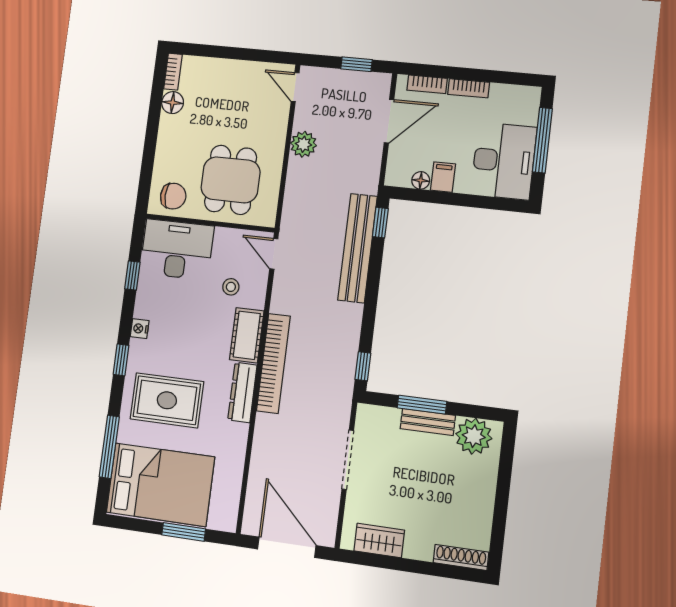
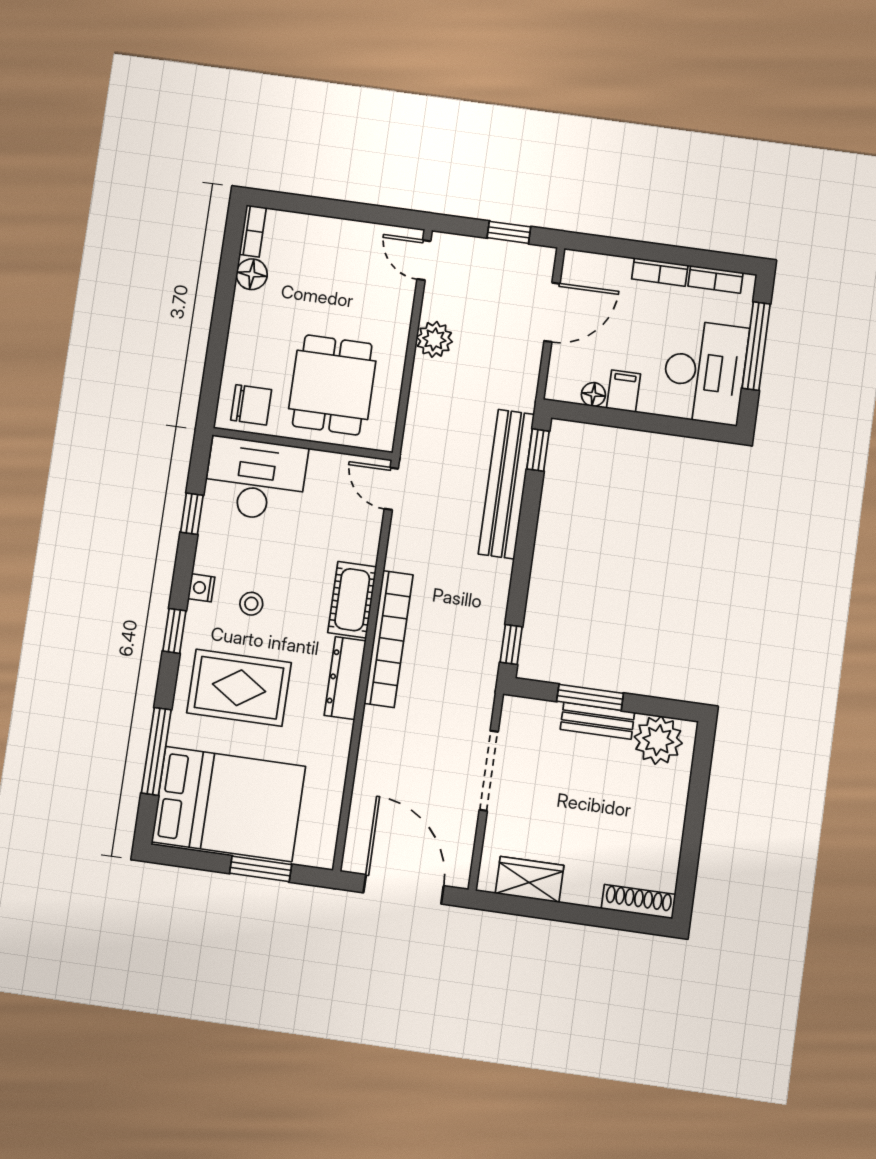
bookcase: (427, 84) -> (715, 279), moved
stool: (231, 287) -> (251, 604), moved

